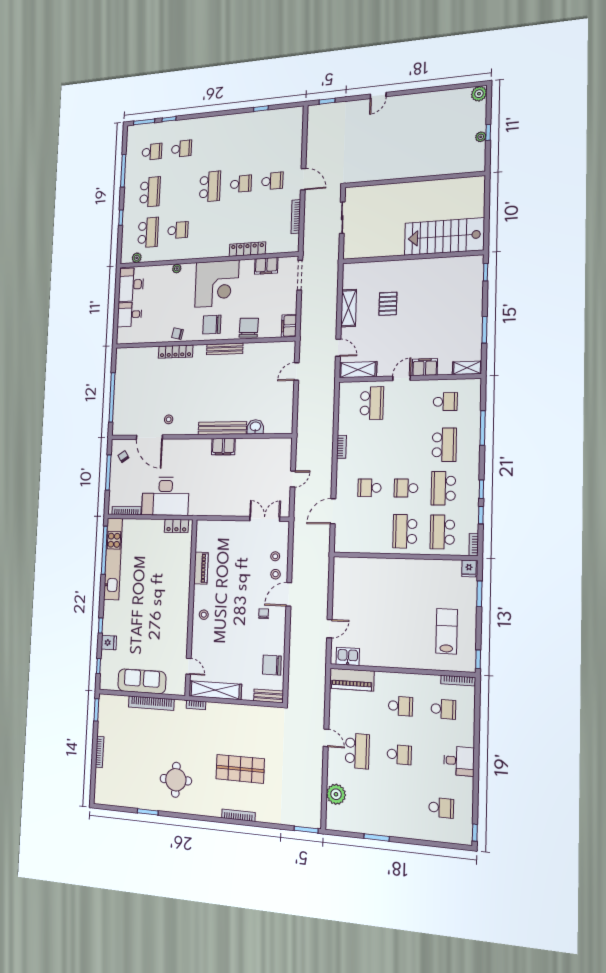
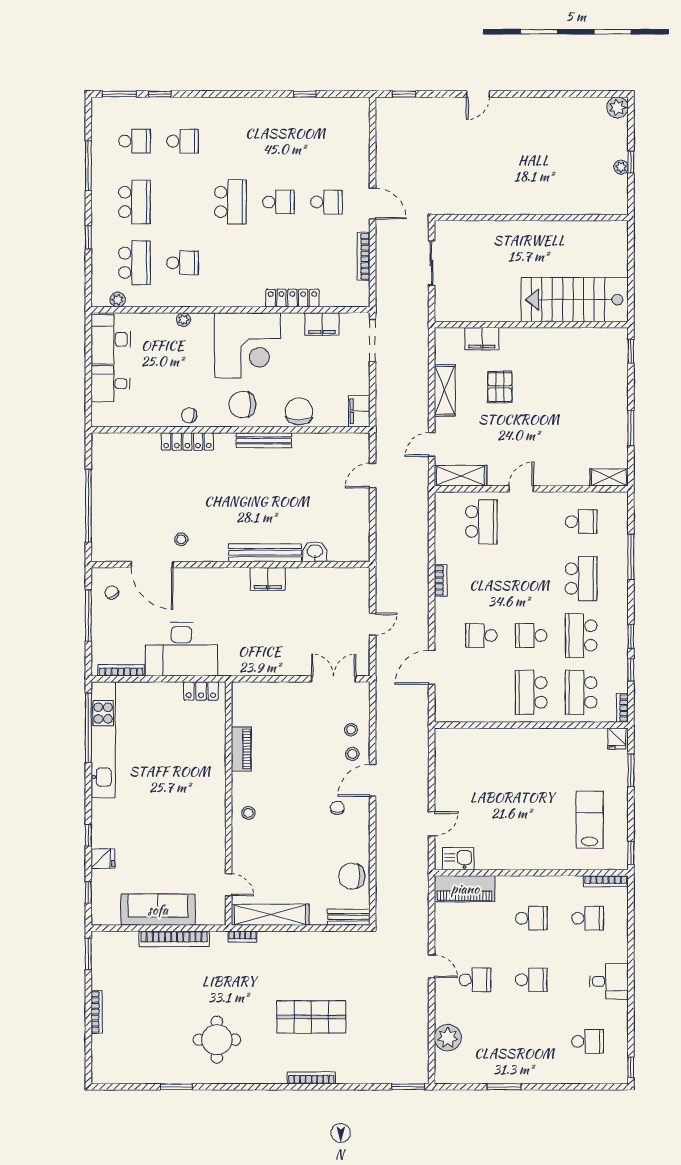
door: (338, 348) -> (432, 445), swing flipped
filing cabinet: (425, 367) -> (482, 339), moved, turned 180
school desk: (357, 751) -> (475, 980), width x0.54

